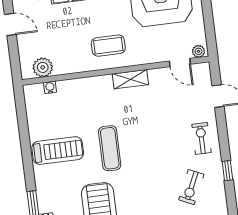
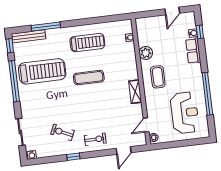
plant: (43, 67) -> (146, 53), moved
treadmill: (58, 151) -> (87, 43), turned -90

